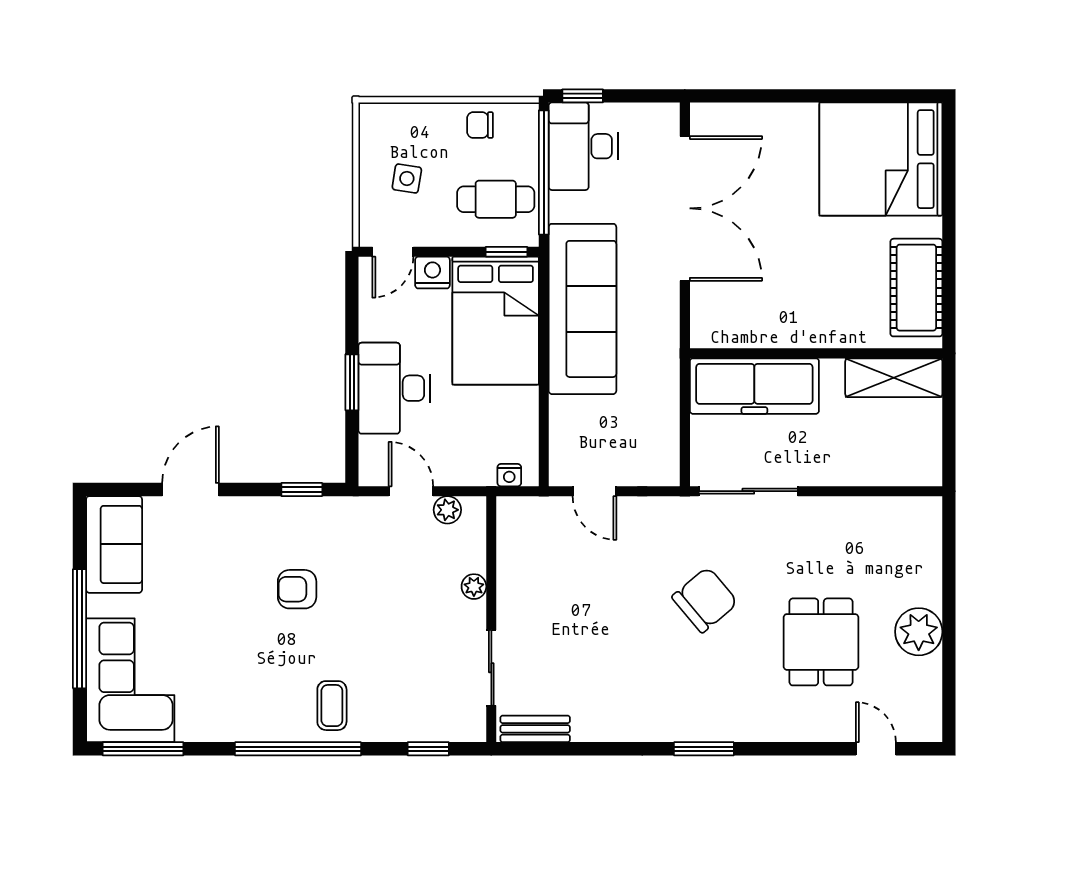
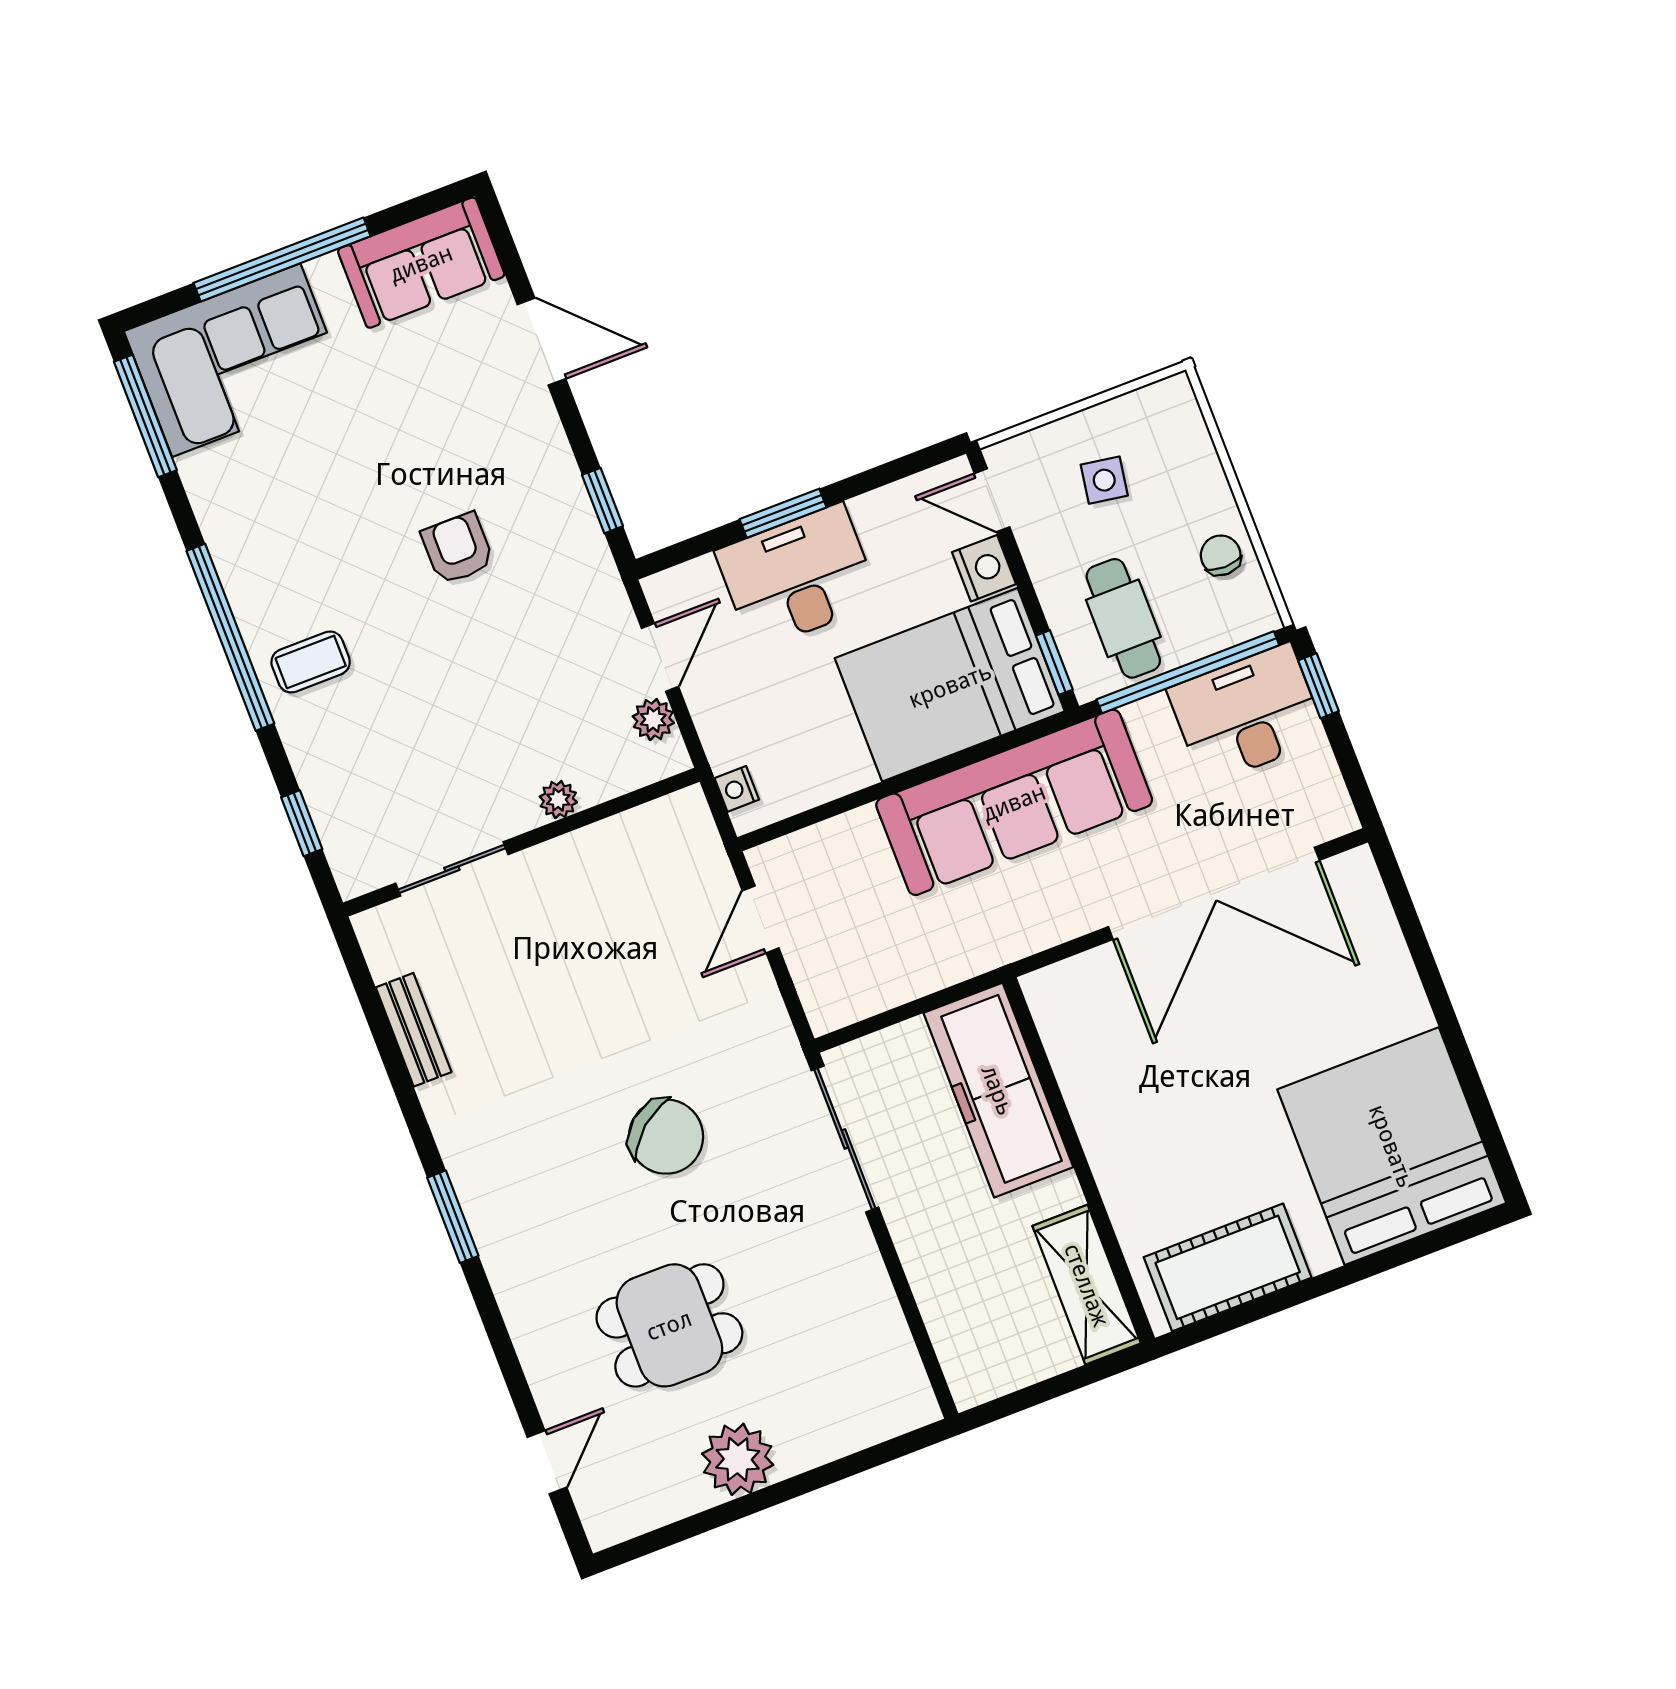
bench: (535, 729) -> (414, 1030), moved

